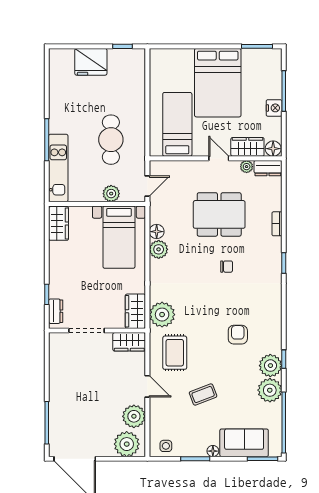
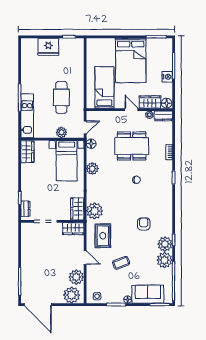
floor lamp: (157, 232) -> (91, 144), moved

